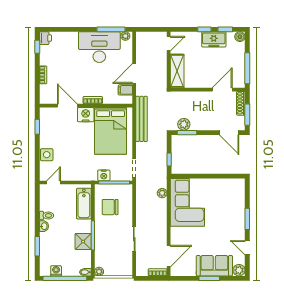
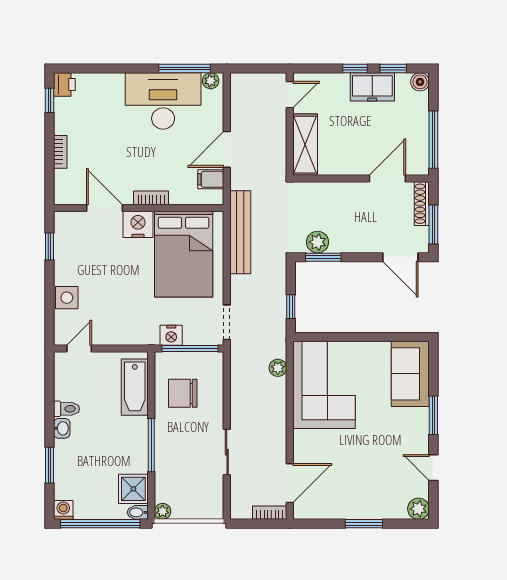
shower: (83, 242) -> (133, 489), moved
sofa: (214, 266) -> (410, 374), moved, turned -90
washing machine: (56, 271) -> (63, 510), moved

